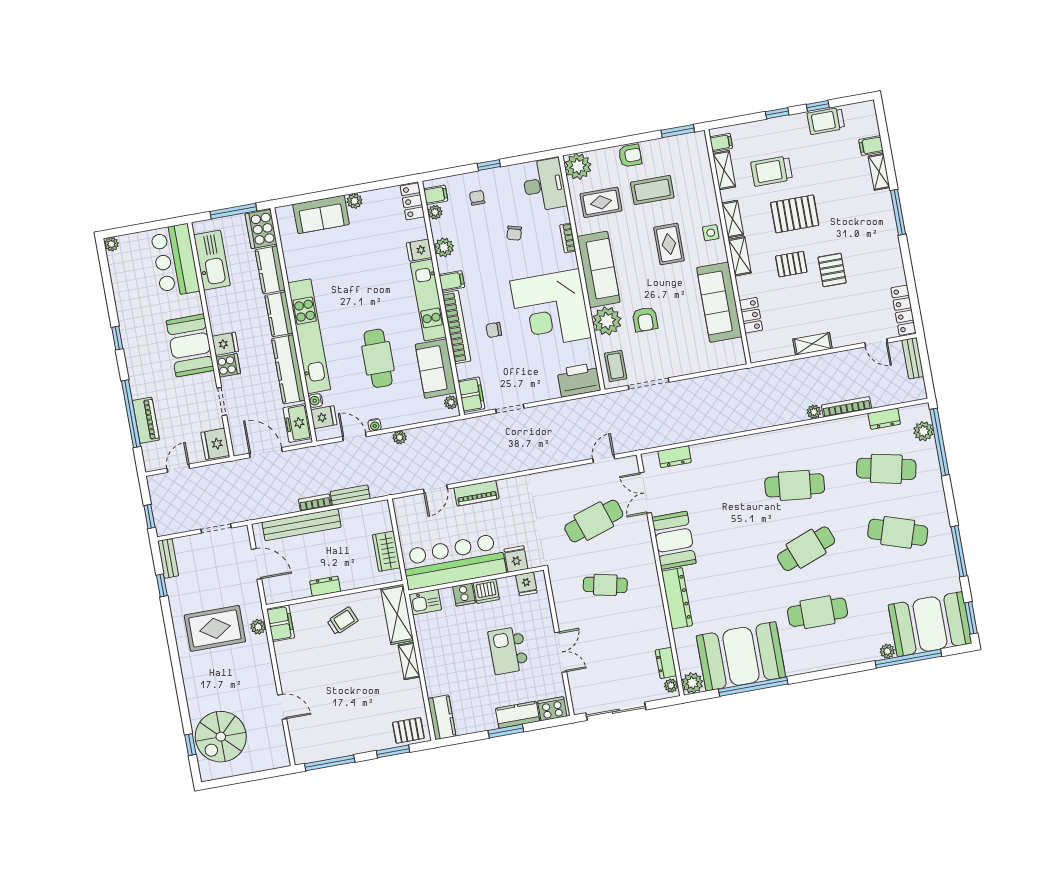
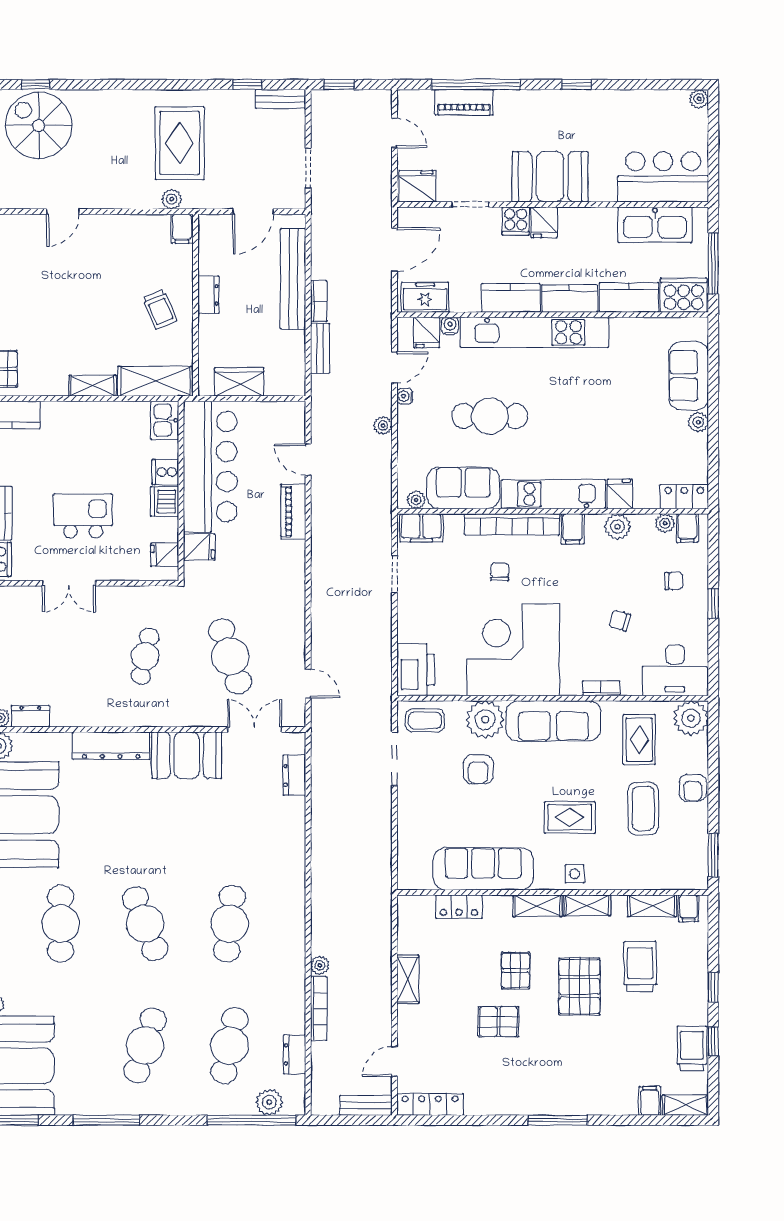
shelving: (879, 172) -> (686, 1105), moved
armchair: (645, 319) -> (478, 769), turned -90
kitchen counter: (288, 369) -> (511, 298), width x0.67
filing cabinet: (280, 623) -> (182, 229), width x0.50

